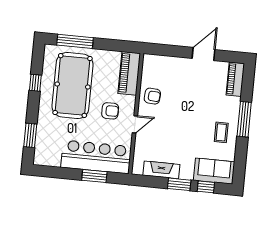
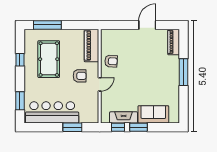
pool table: (73, 86) -> (49, 59), width x0.73, depth x0.76
coffee table: (221, 132) -> (167, 84), removed
bar counter: (96, 157) -> (52, 112), moved
sofa: (214, 171) -> (153, 114), moved
window: (206, 187) -> (118, 127), moved

